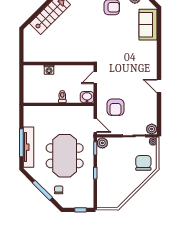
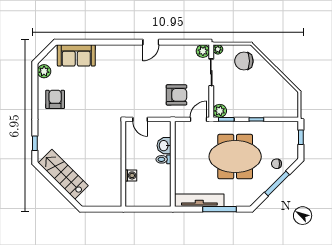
washbasin: (87, 97) -> (164, 146), moved
tv unit: (29, 147) -> (199, 200), moved

